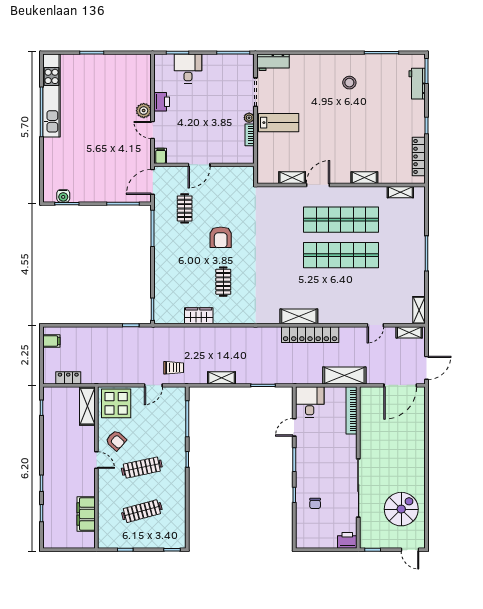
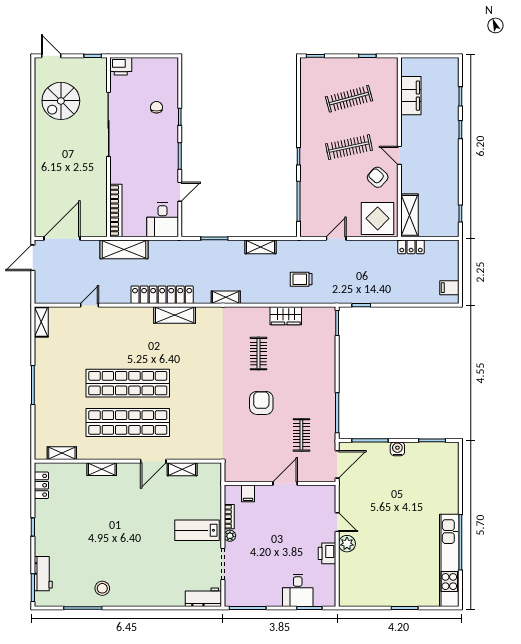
stool: (349, 83) -> (102, 588), moved
filing cabinet: (161, 156) -> (248, 493), moved
locker: (419, 156) -> (41, 485), width x0.66
water cooler: (63, 196) -> (397, 449), moved
shelving: (409, 332) -> (226, 297), moved
trolley: (174, 368) -> (301, 279), moved
locker: (68, 378) -> (411, 247), moved

